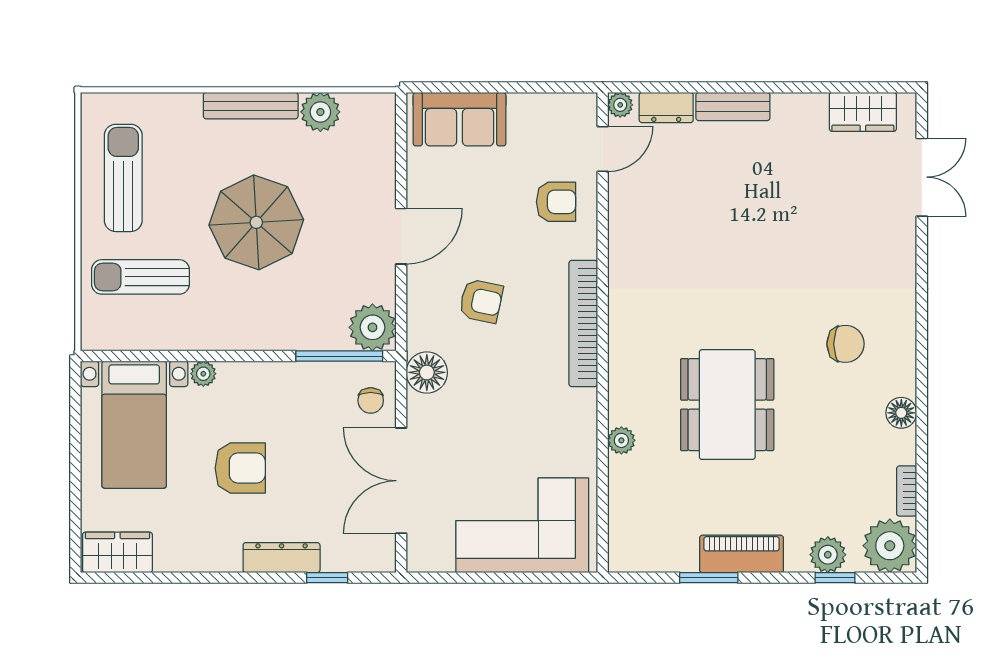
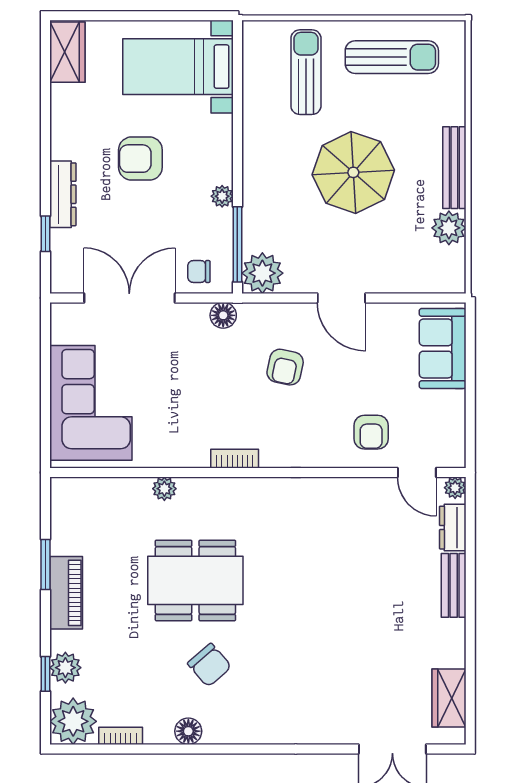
bookcase: (583, 323) -> (235, 459), width x0.43, depth x0.76
chair: (845, 344) -> (209, 665), moved, turned -41
floor lamp: (427, 372) -> (223, 315), width x0.73, depth x0.73
plant: (203, 374) -> (222, 196), moved
armchair: (240, 468) -> (140, 159), turned 90

